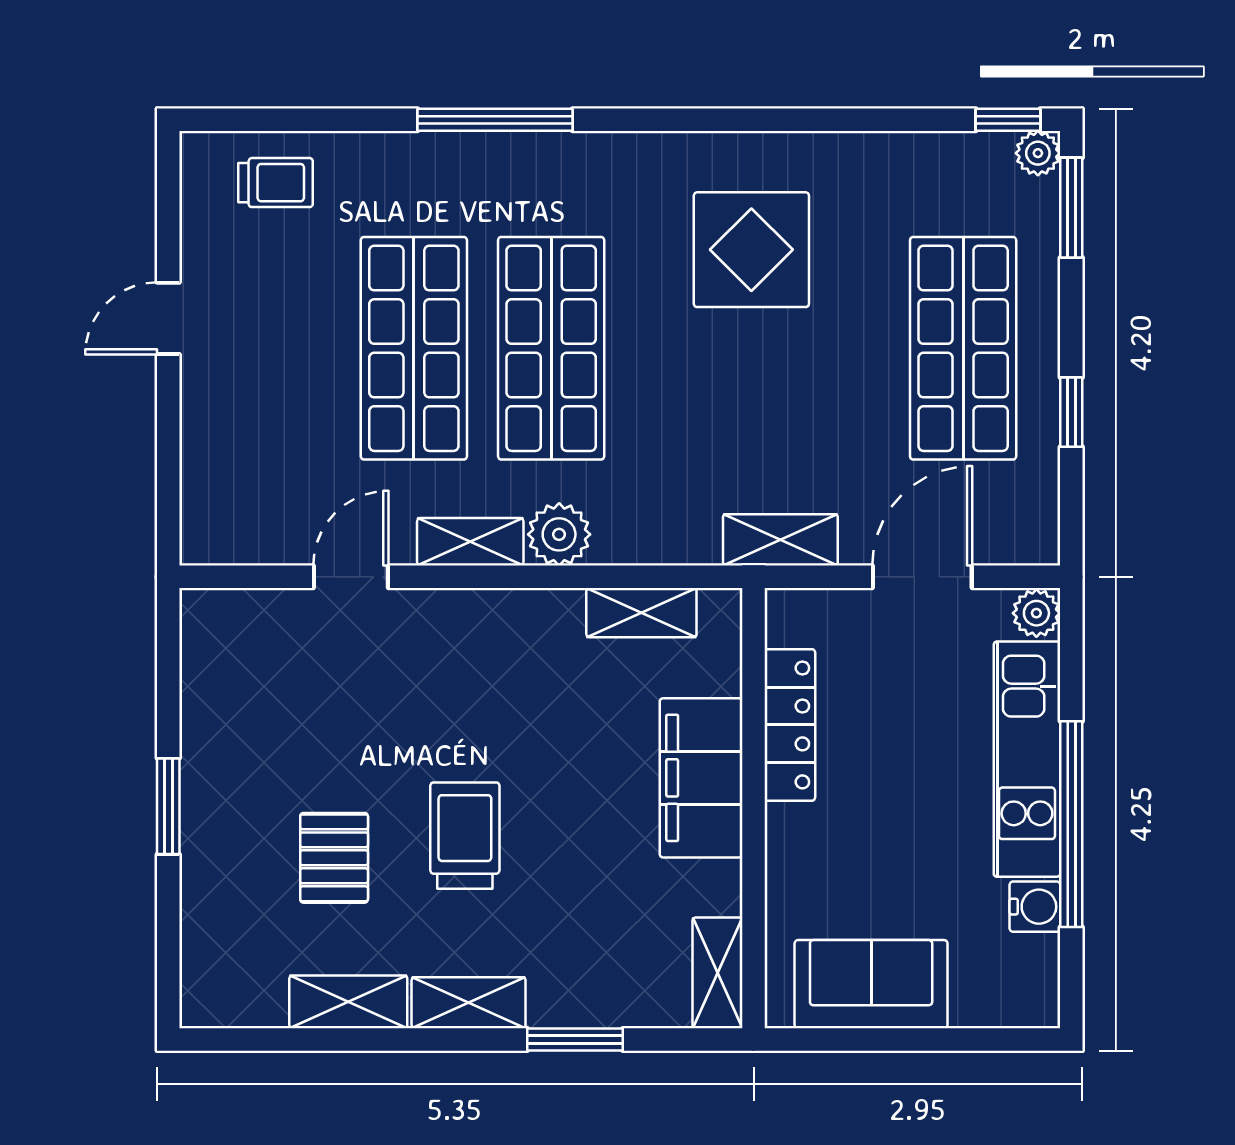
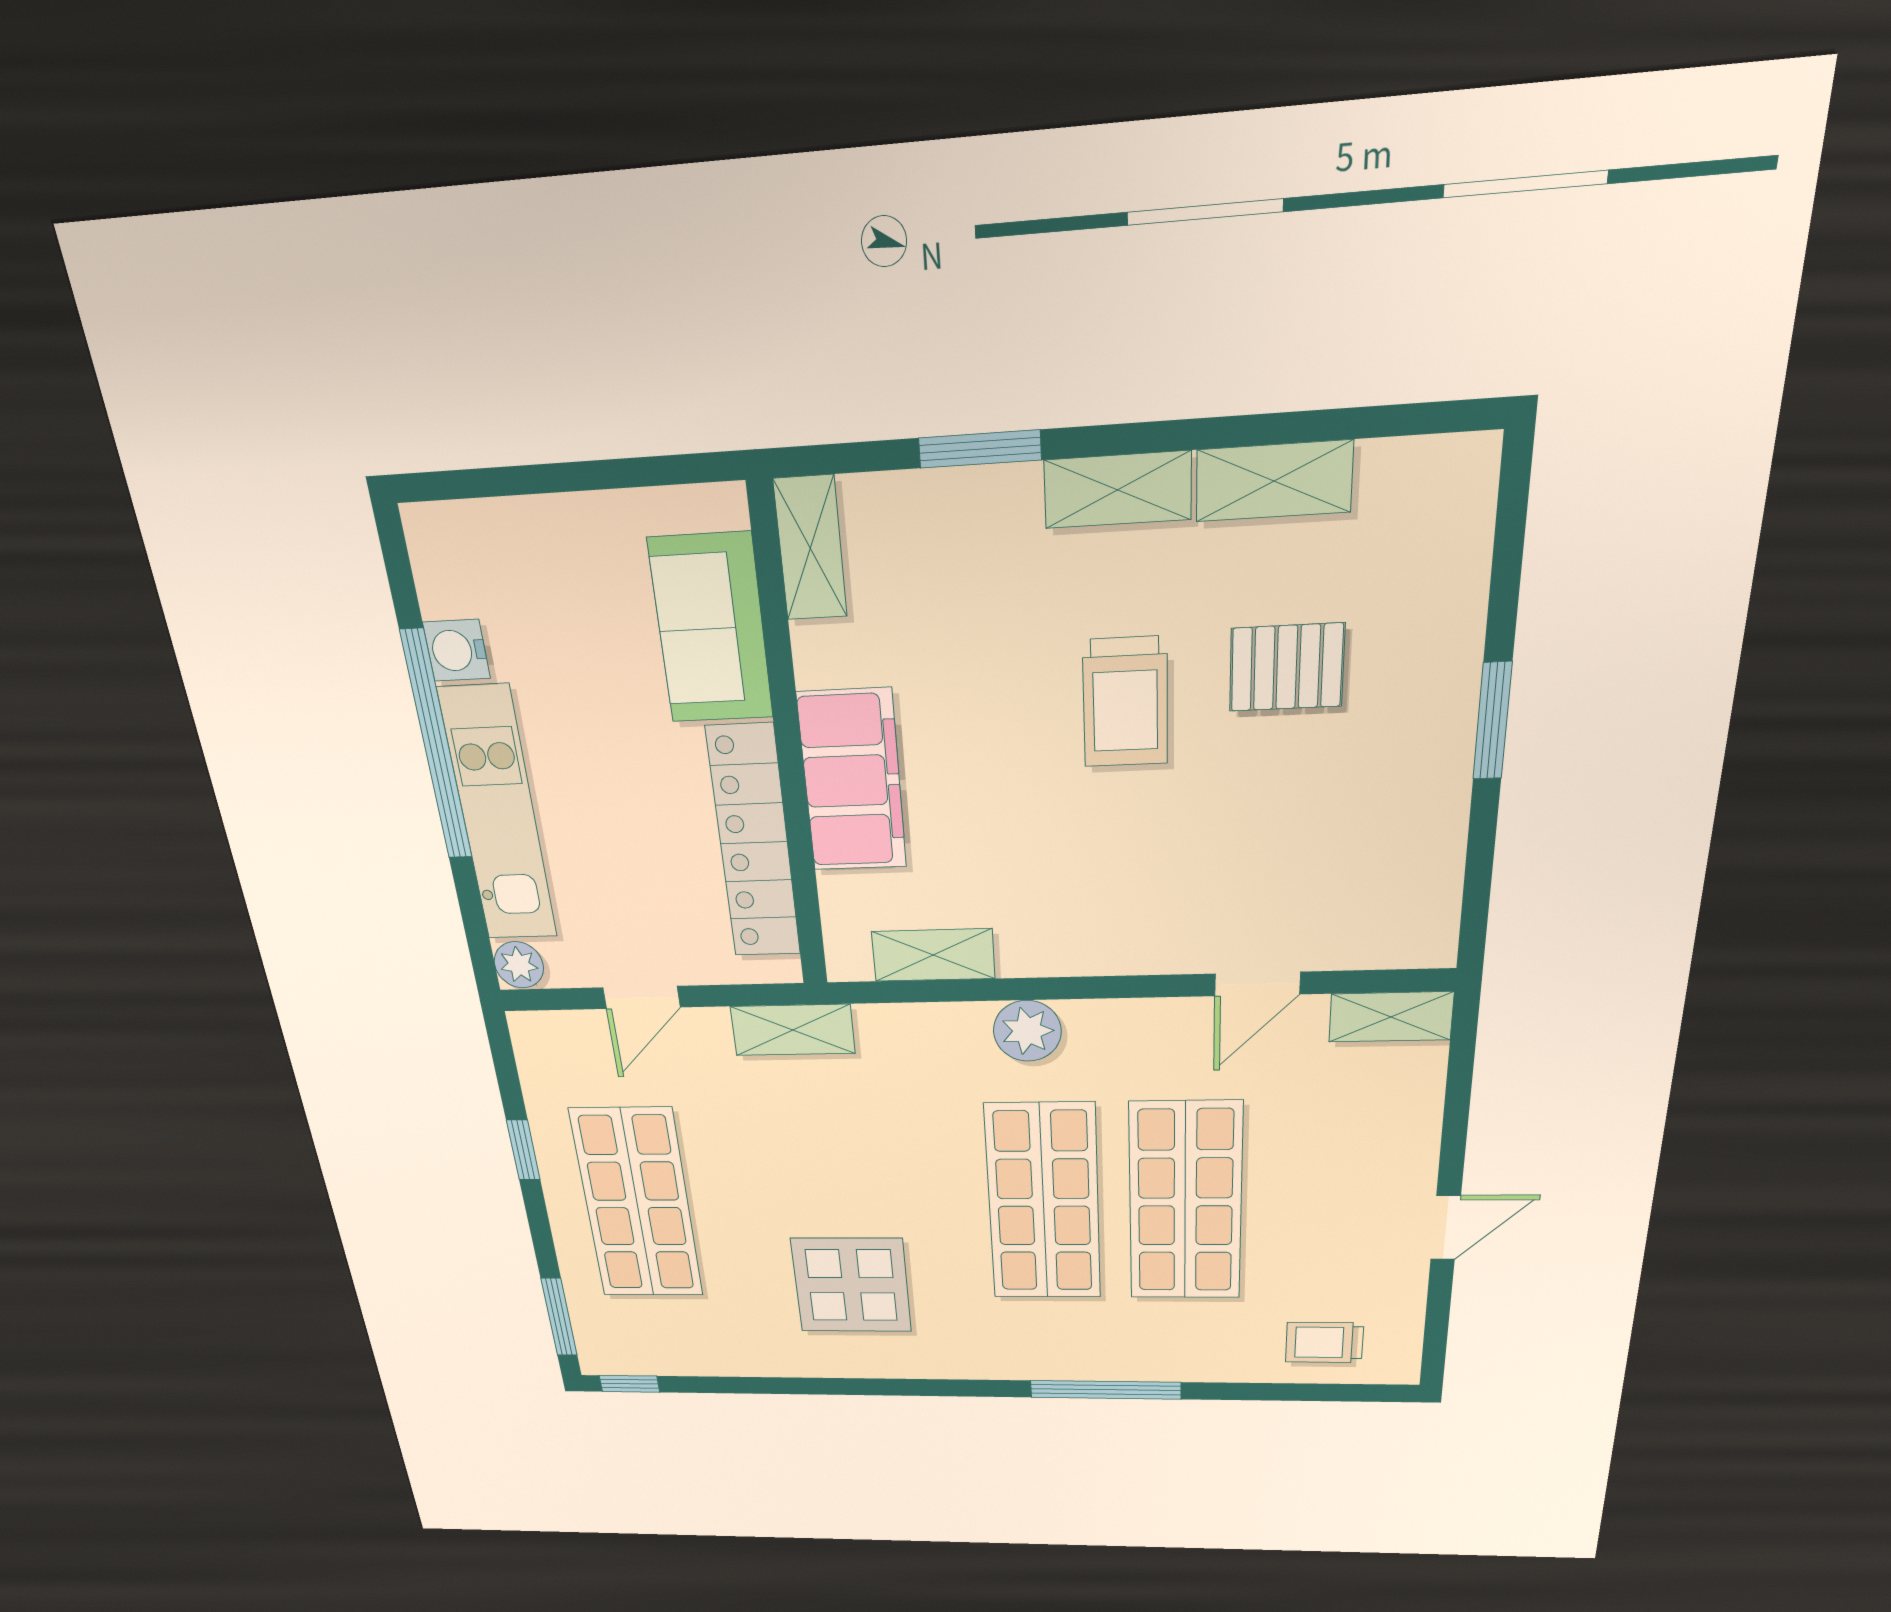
plant: (1038, 153) -> (598, 1359), removed
shelving: (470, 542) -> (1391, 1017), moved
door: (922, 577) -> (641, 997), width x0.73
locker: (790, 725) -> (754, 843), width x1.41, depth x1.21
pallet: (334, 858) -> (1287, 667), turned 90
sofa: (871, 984) -> (711, 629), moved, turned 90

